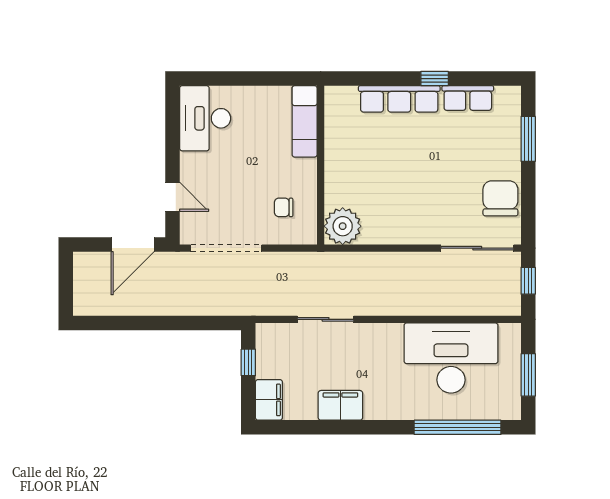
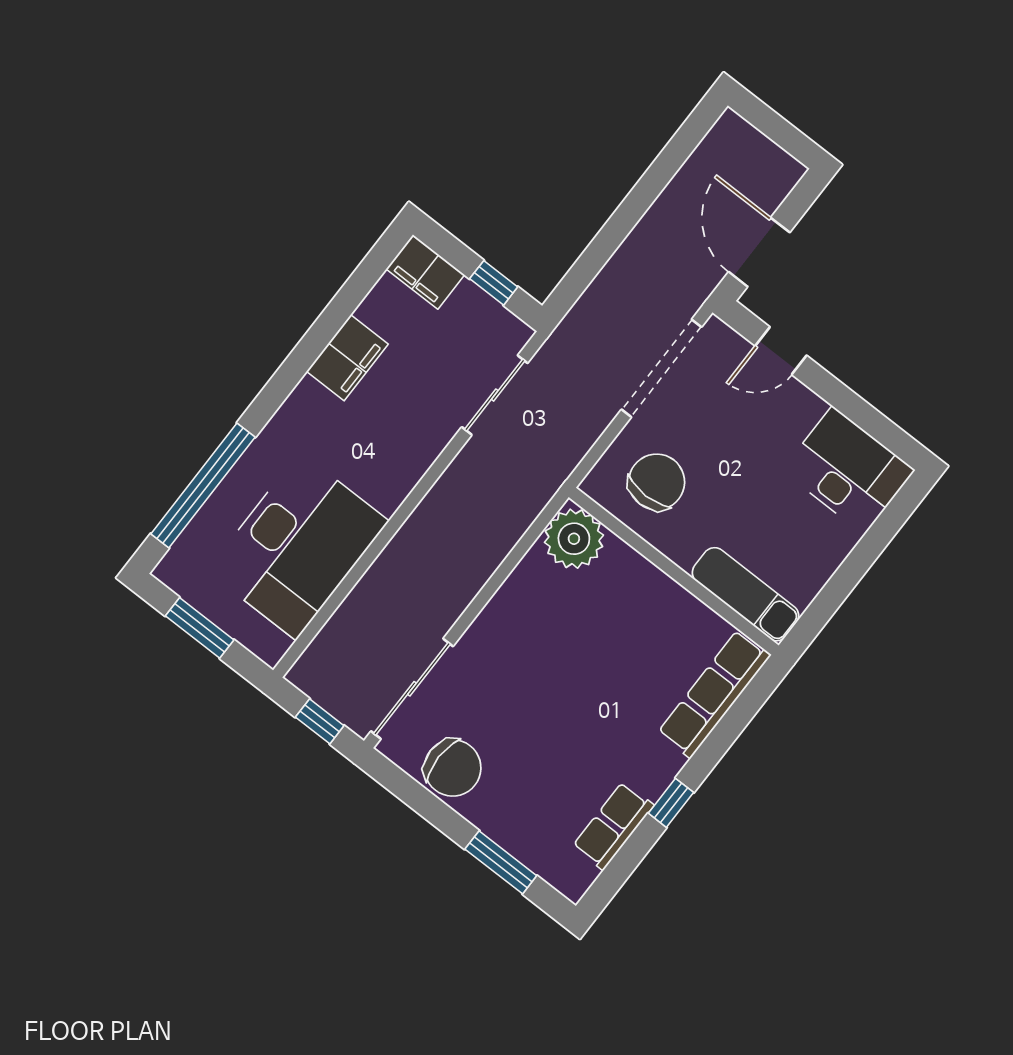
row of seats: (399, 99) -> (714, 694), moved
chair: (284, 207) -> (657, 482), width x1.87, depth x1.87
sliding door: (326, 319) -> (495, 395), moved

